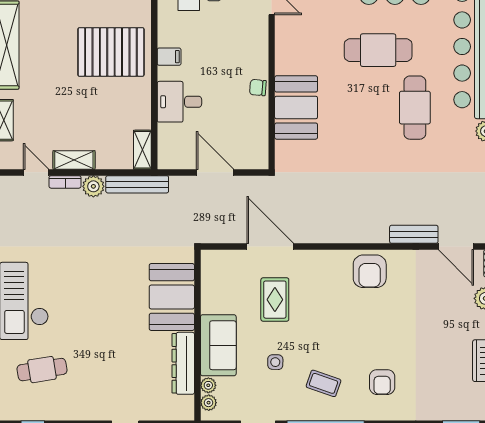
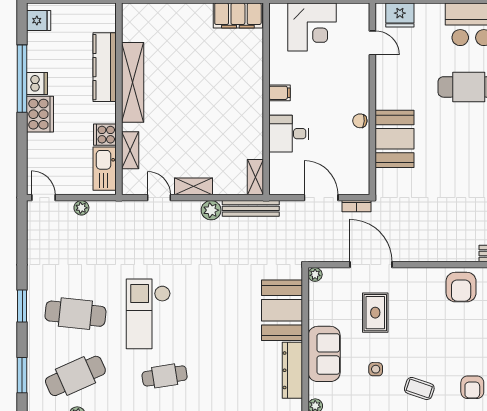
pallet: (111, 52) -> (227, 89), removed
bookcase: (65, 182) -> (356, 206), moved
plant: (208, 385) -> (315, 274), moved

